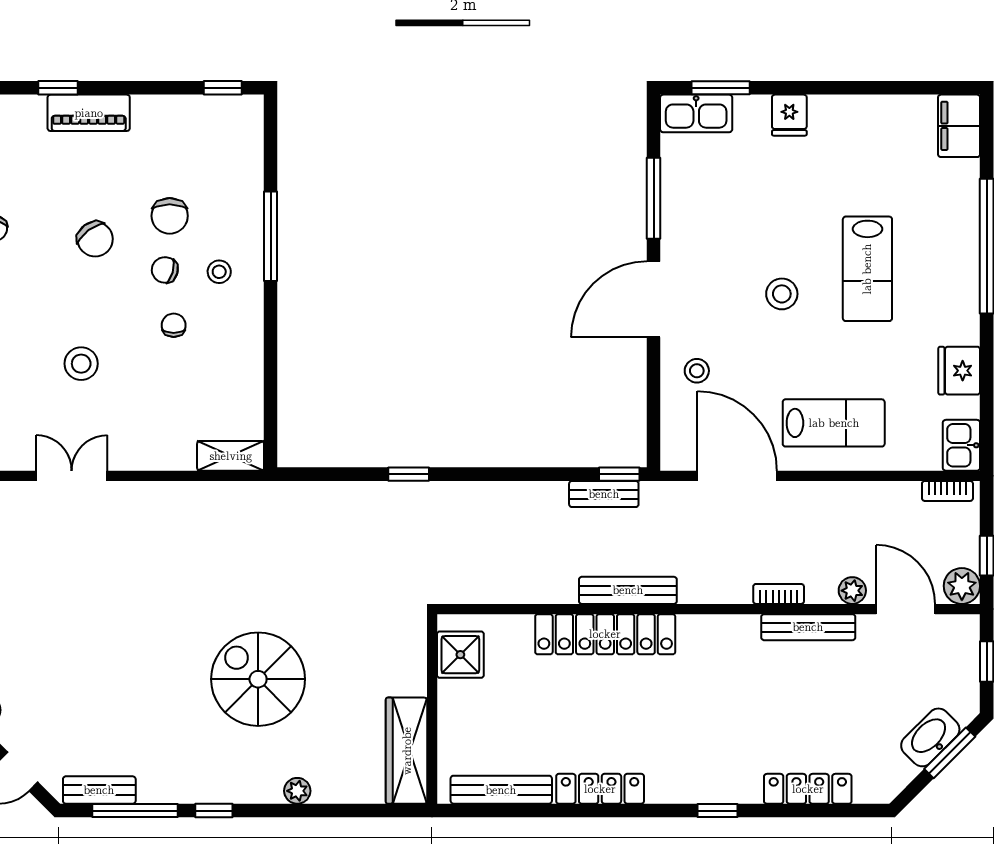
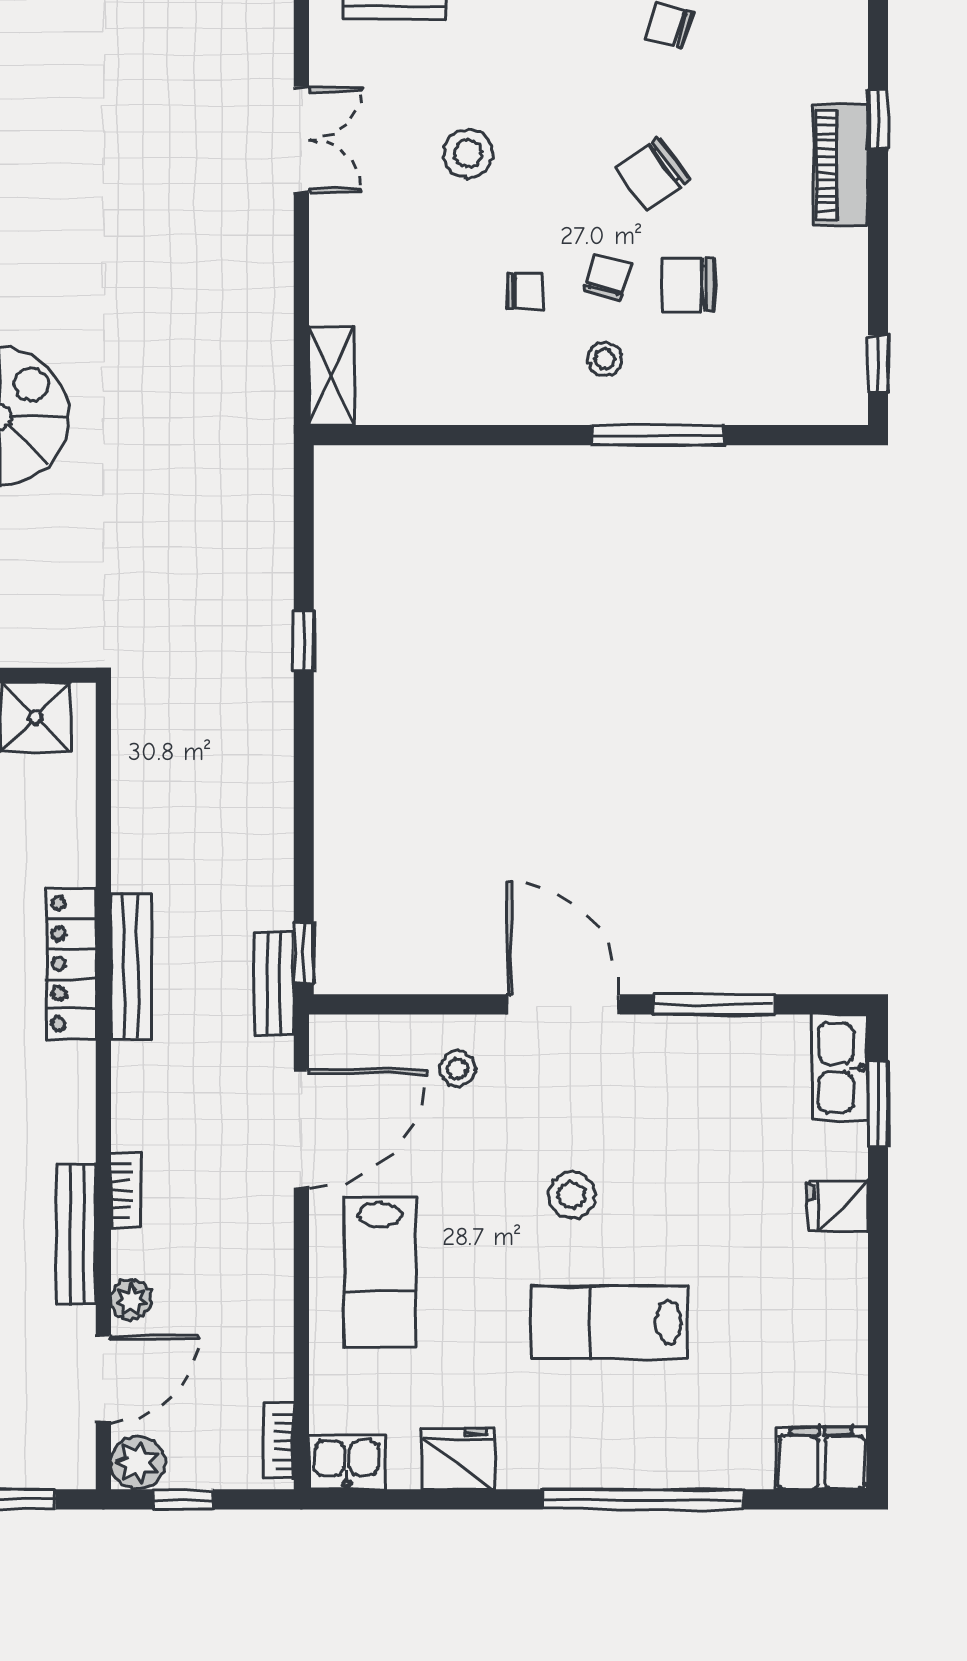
bench: (604, 494) -> (274, 984), moved
locker: (605, 634) -> (71, 964), width x0.71, depth x0.83

